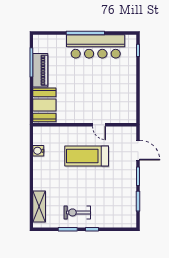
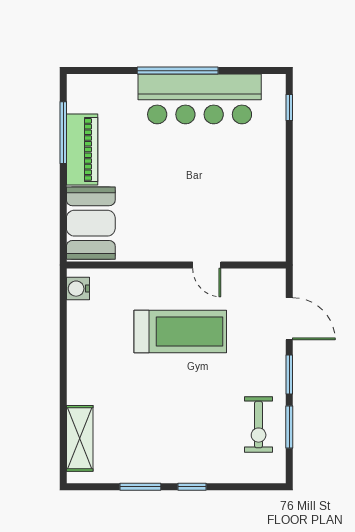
water cooler: (38, 151) -> (78, 289), moved
treadmill: (87, 156) -> (180, 332), turned 180
exercise bike: (77, 212) -> (259, 424), moved, turned -90

